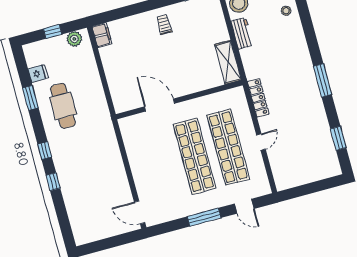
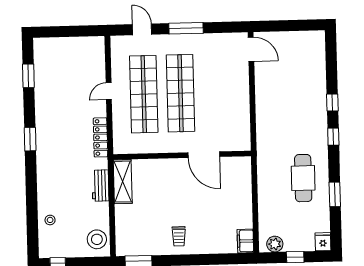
workbench: (242, 33) -> (100, 186), moved
fridge: (38, 73) -> (323, 242), moved, turned 90
window: (322, 80) -> (30, 139), width x0.69

